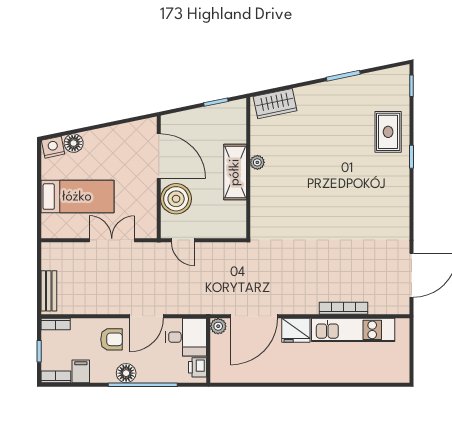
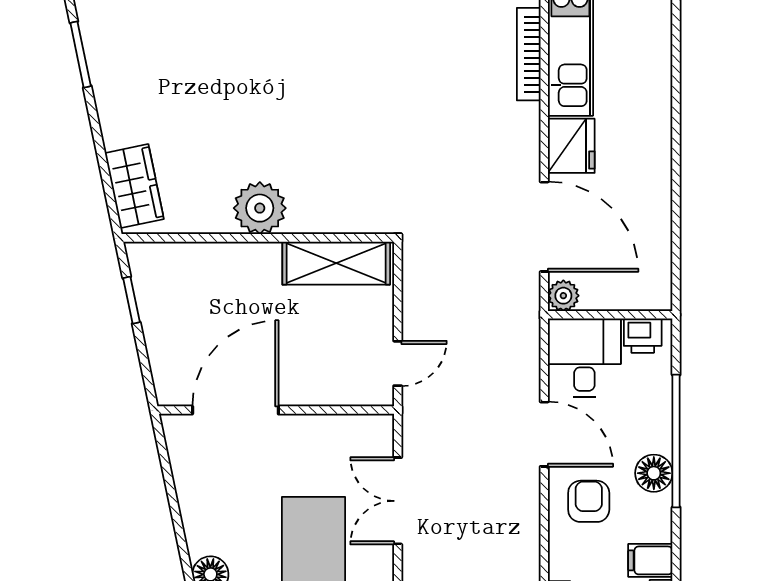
plant: (257, 162) -> (260, 208), width x1.88, depth x1.88
shelving: (235, 172) -> (336, 263), moved
boiler: (176, 199) -> (318, 377), removed

